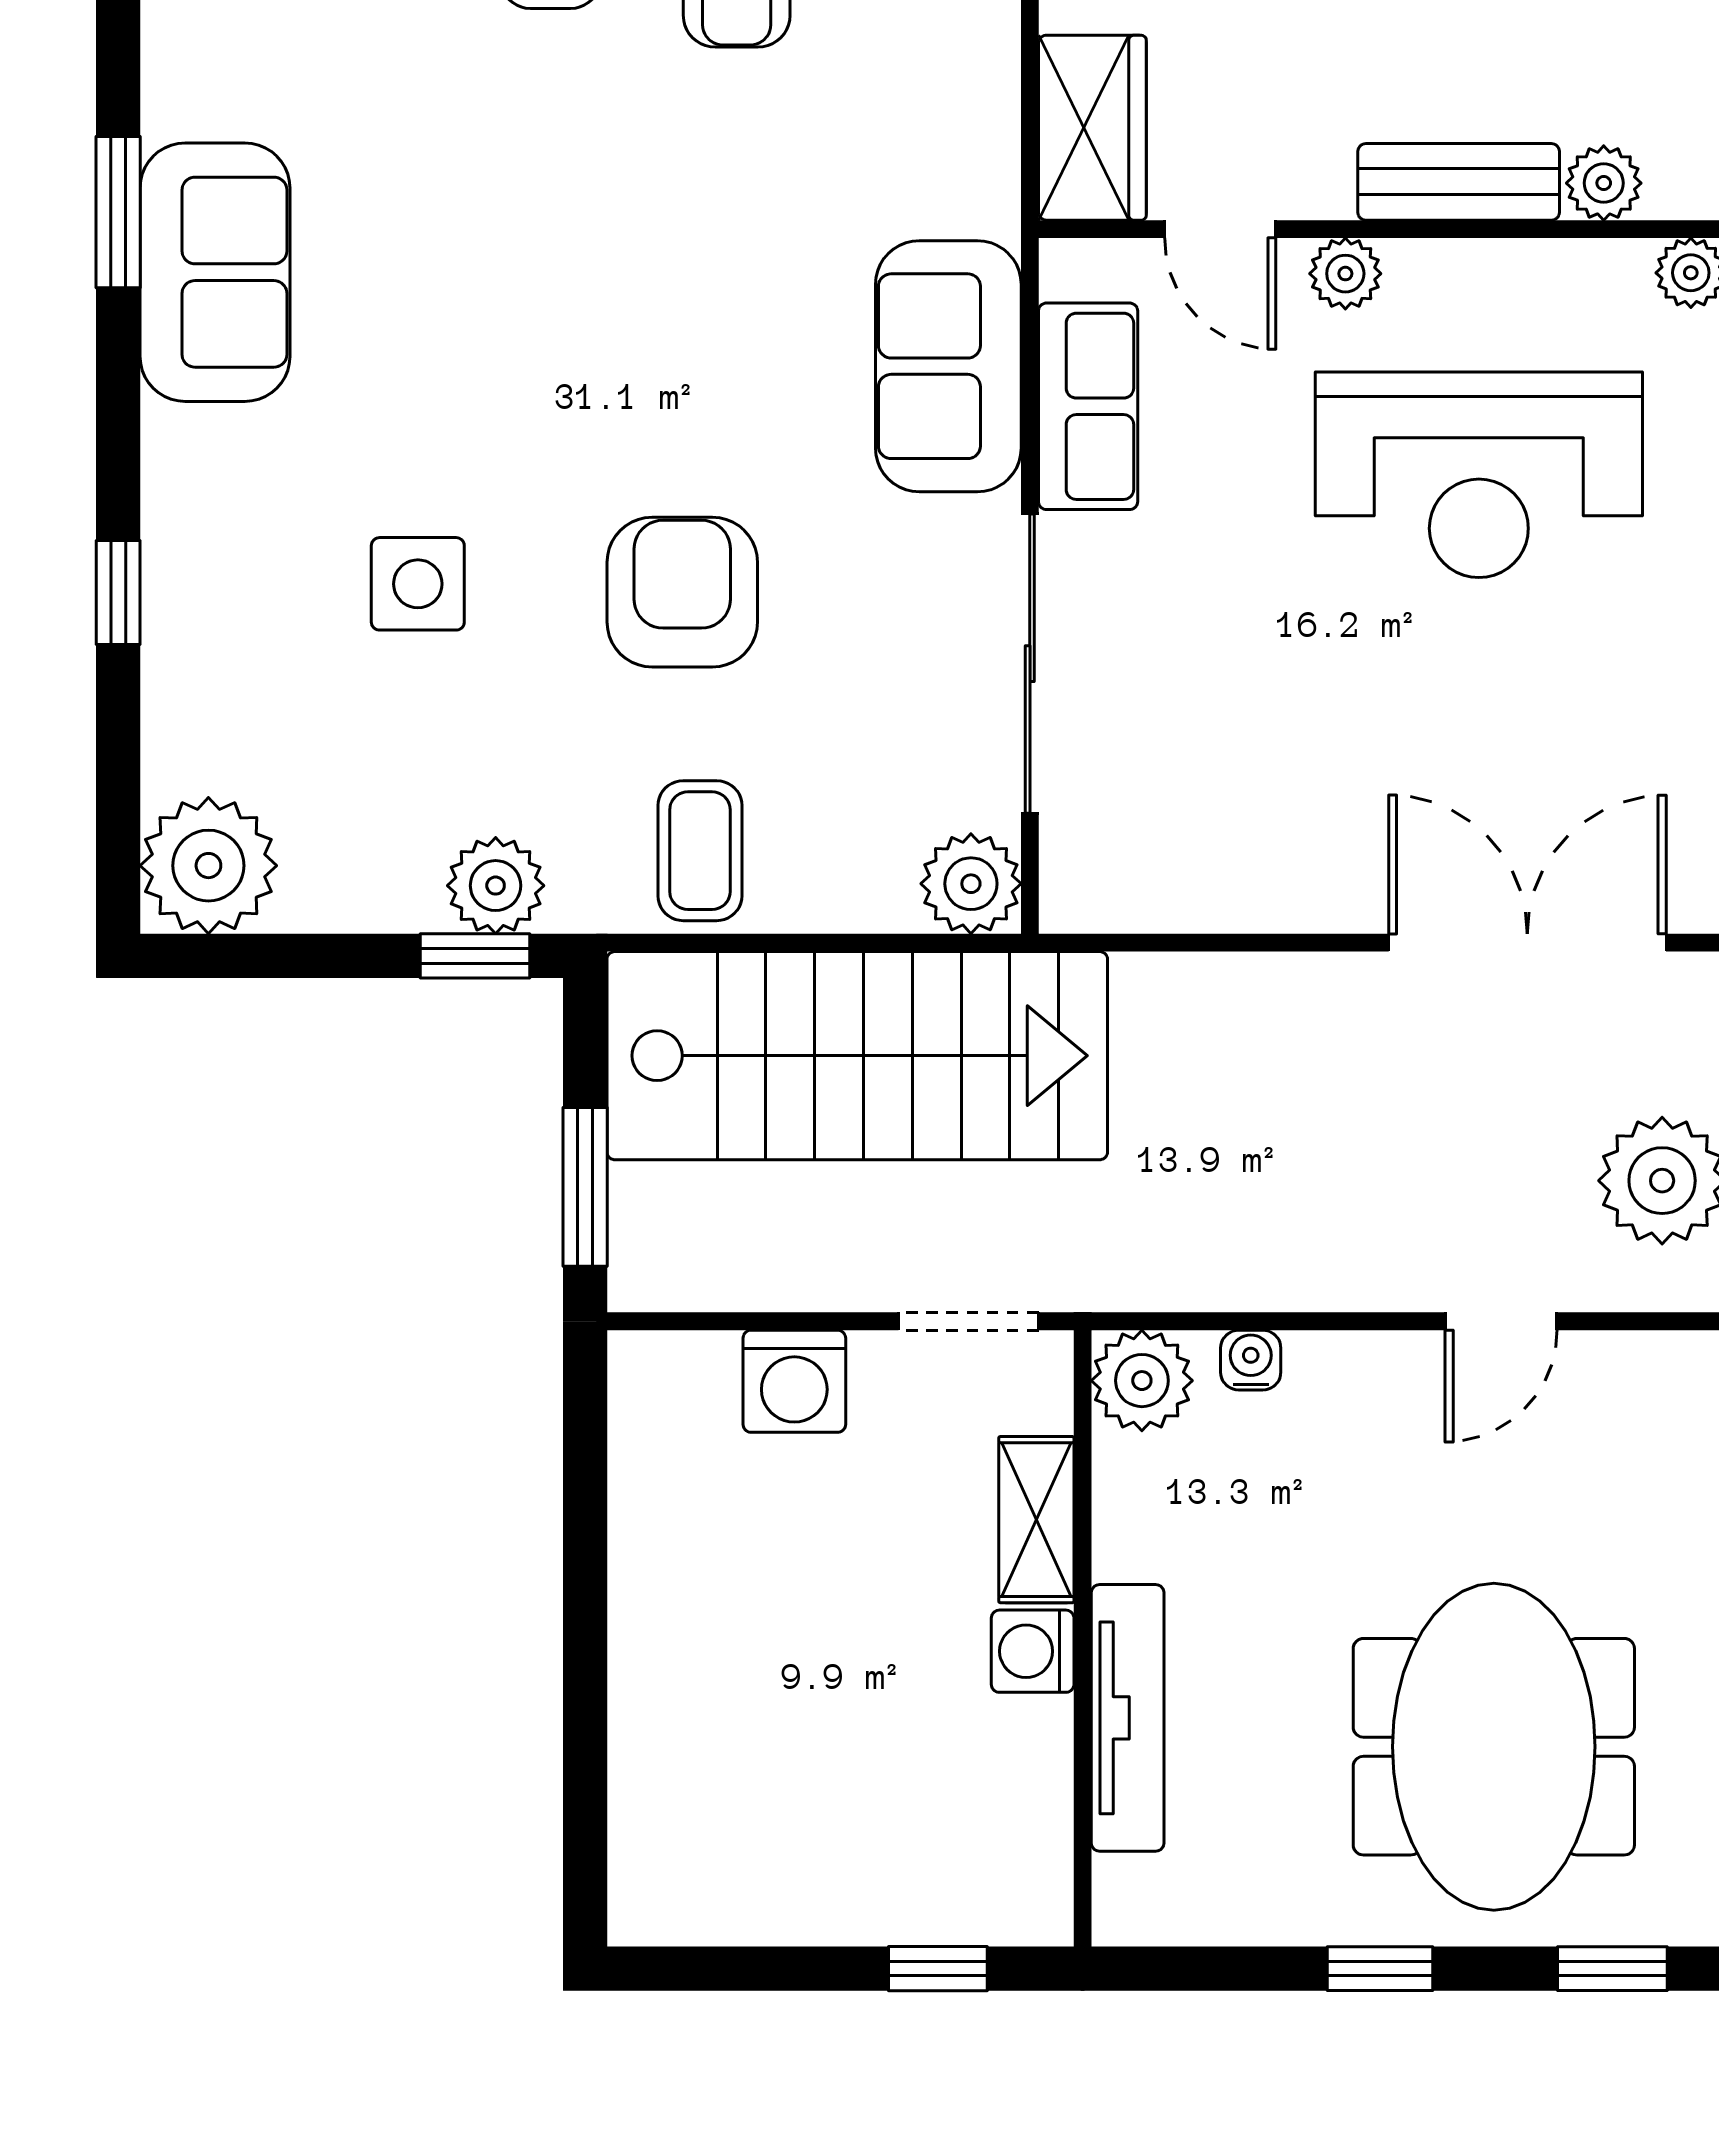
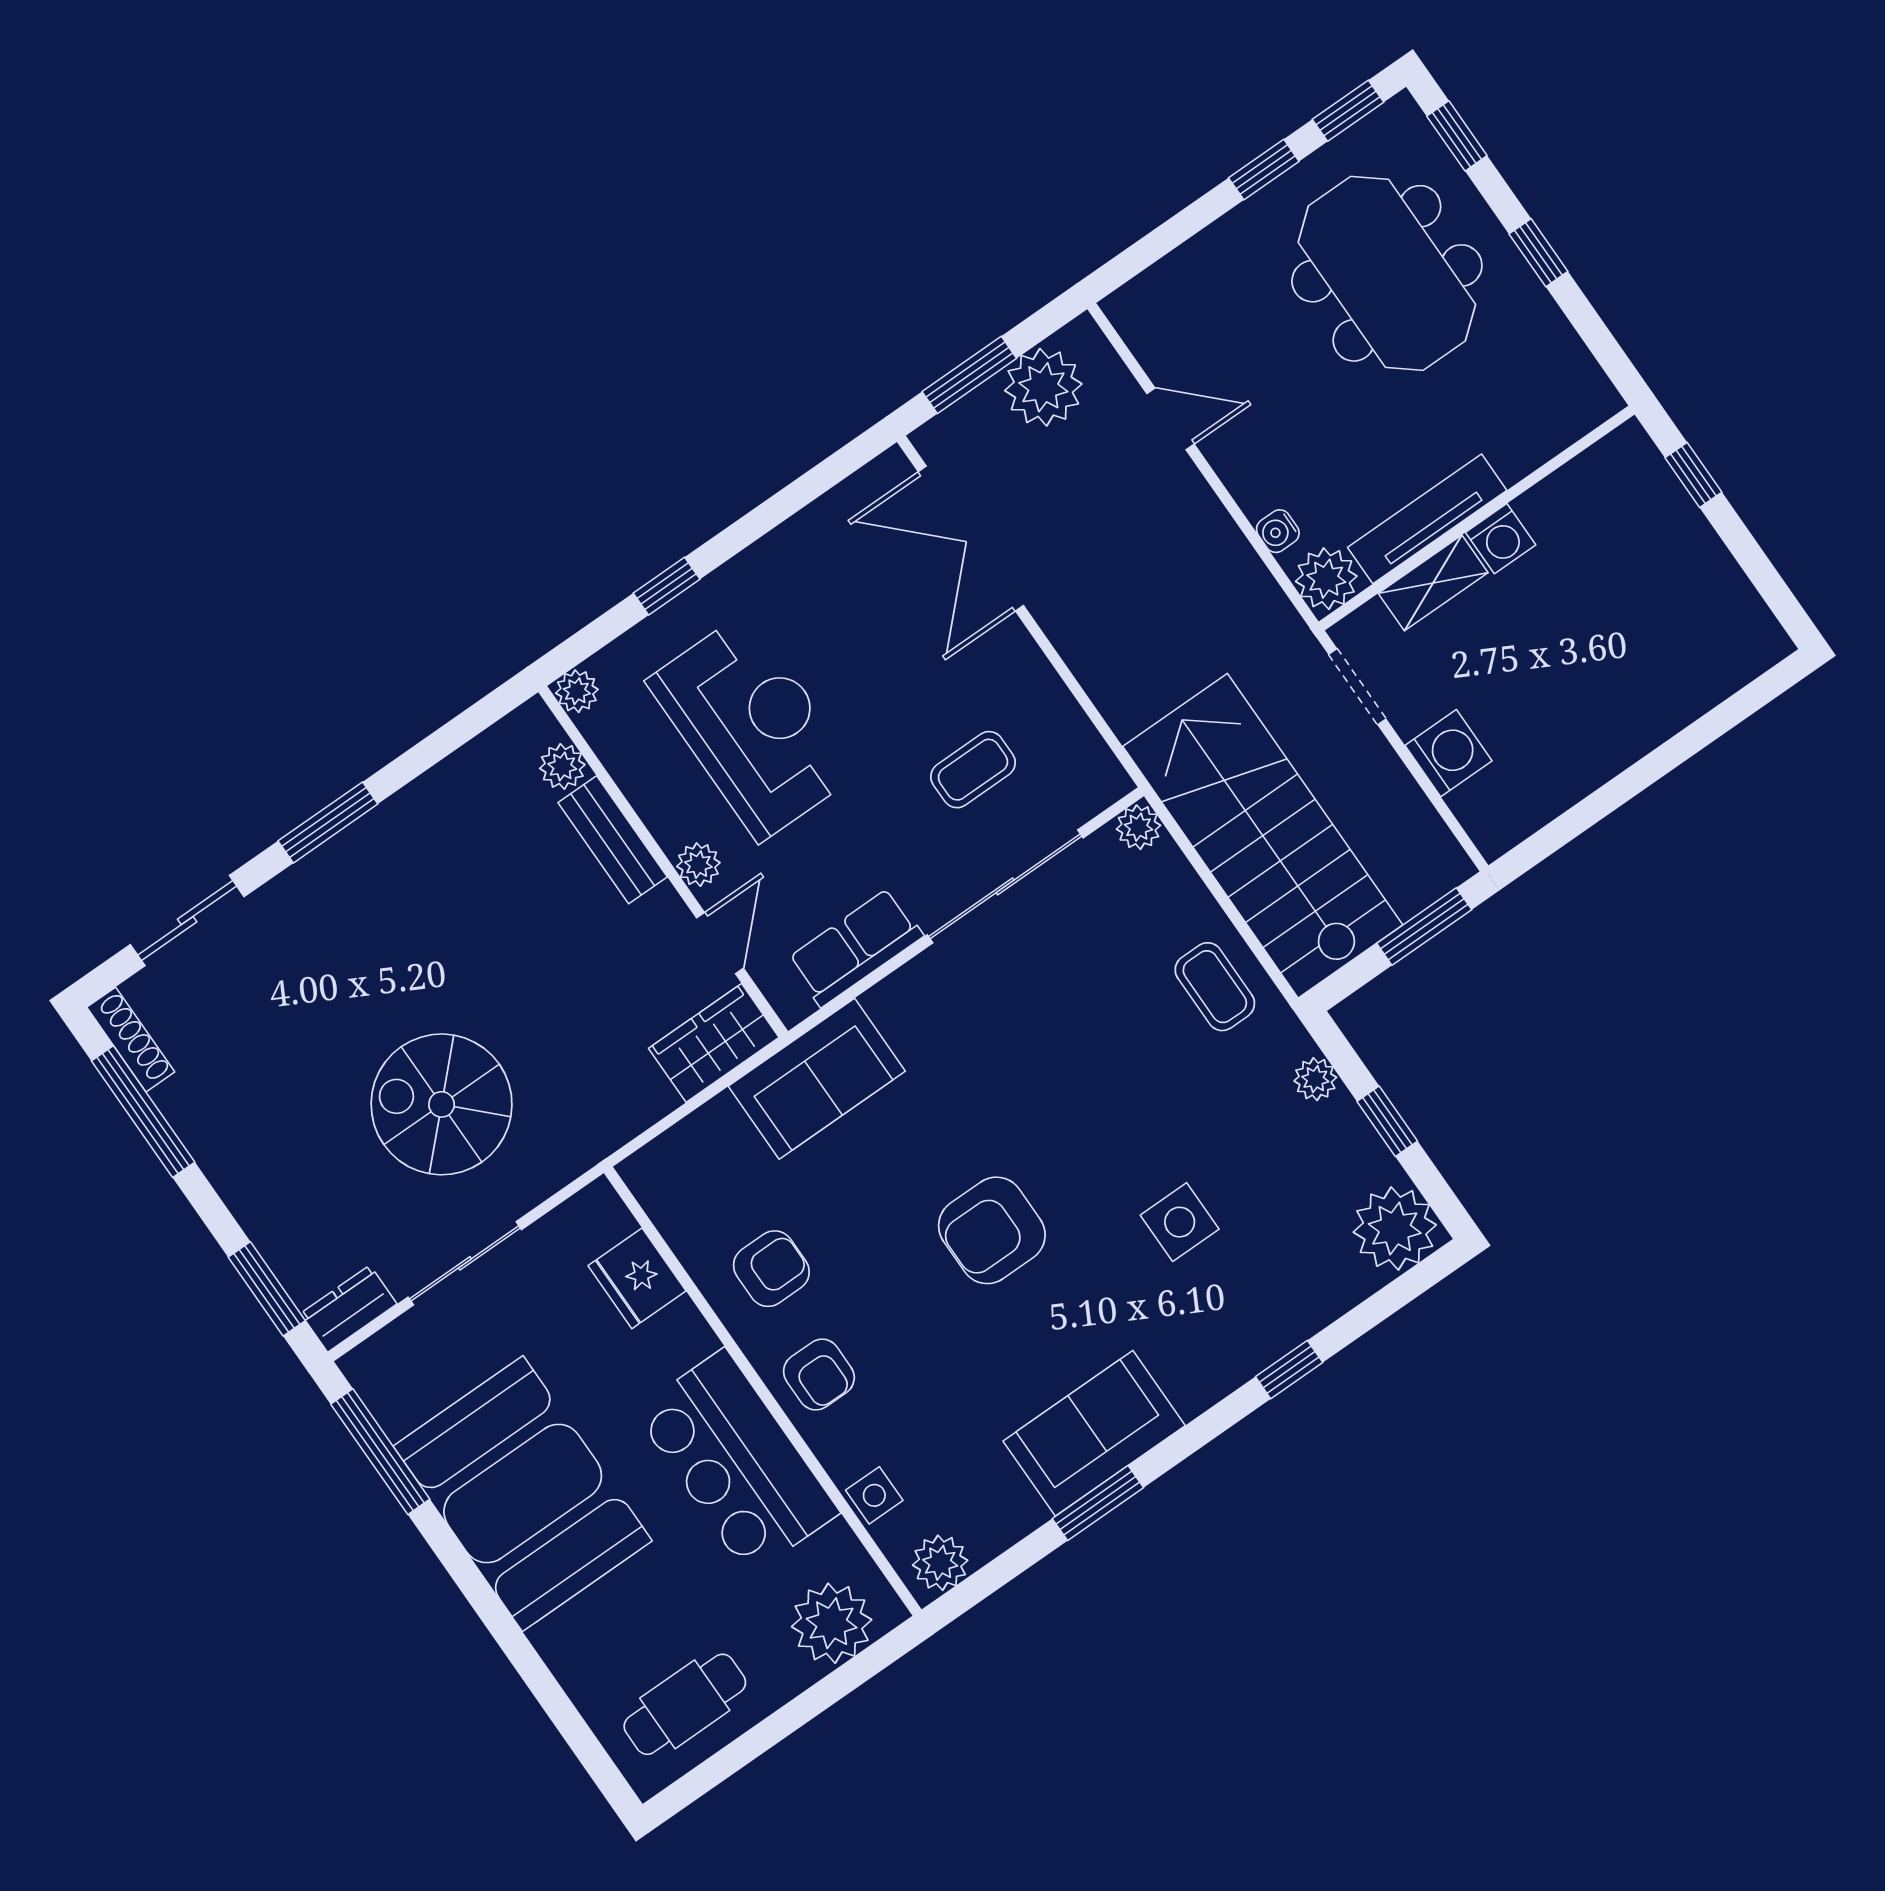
sofa: (948, 366) -> (817, 1079), moved
armchair: (682, 592) -> (992, 1230), moved
coffee table: (1216, 730) -> (973, 770), added
coffee table: (700, 851) -> (1215, 987), turned 90
plant: (971, 884) -> (1139, 827), width x0.73, depth x0.73
plant: (496, 886) -> (1315, 1079), width x0.73, depth x0.73
window: (475, 956) -> (1387, 1121), moved
tv unit: (1128, 1718) -> (1427, 519), moved
meeting table: (1494, 1747) -> (1387, 273), turned 90

